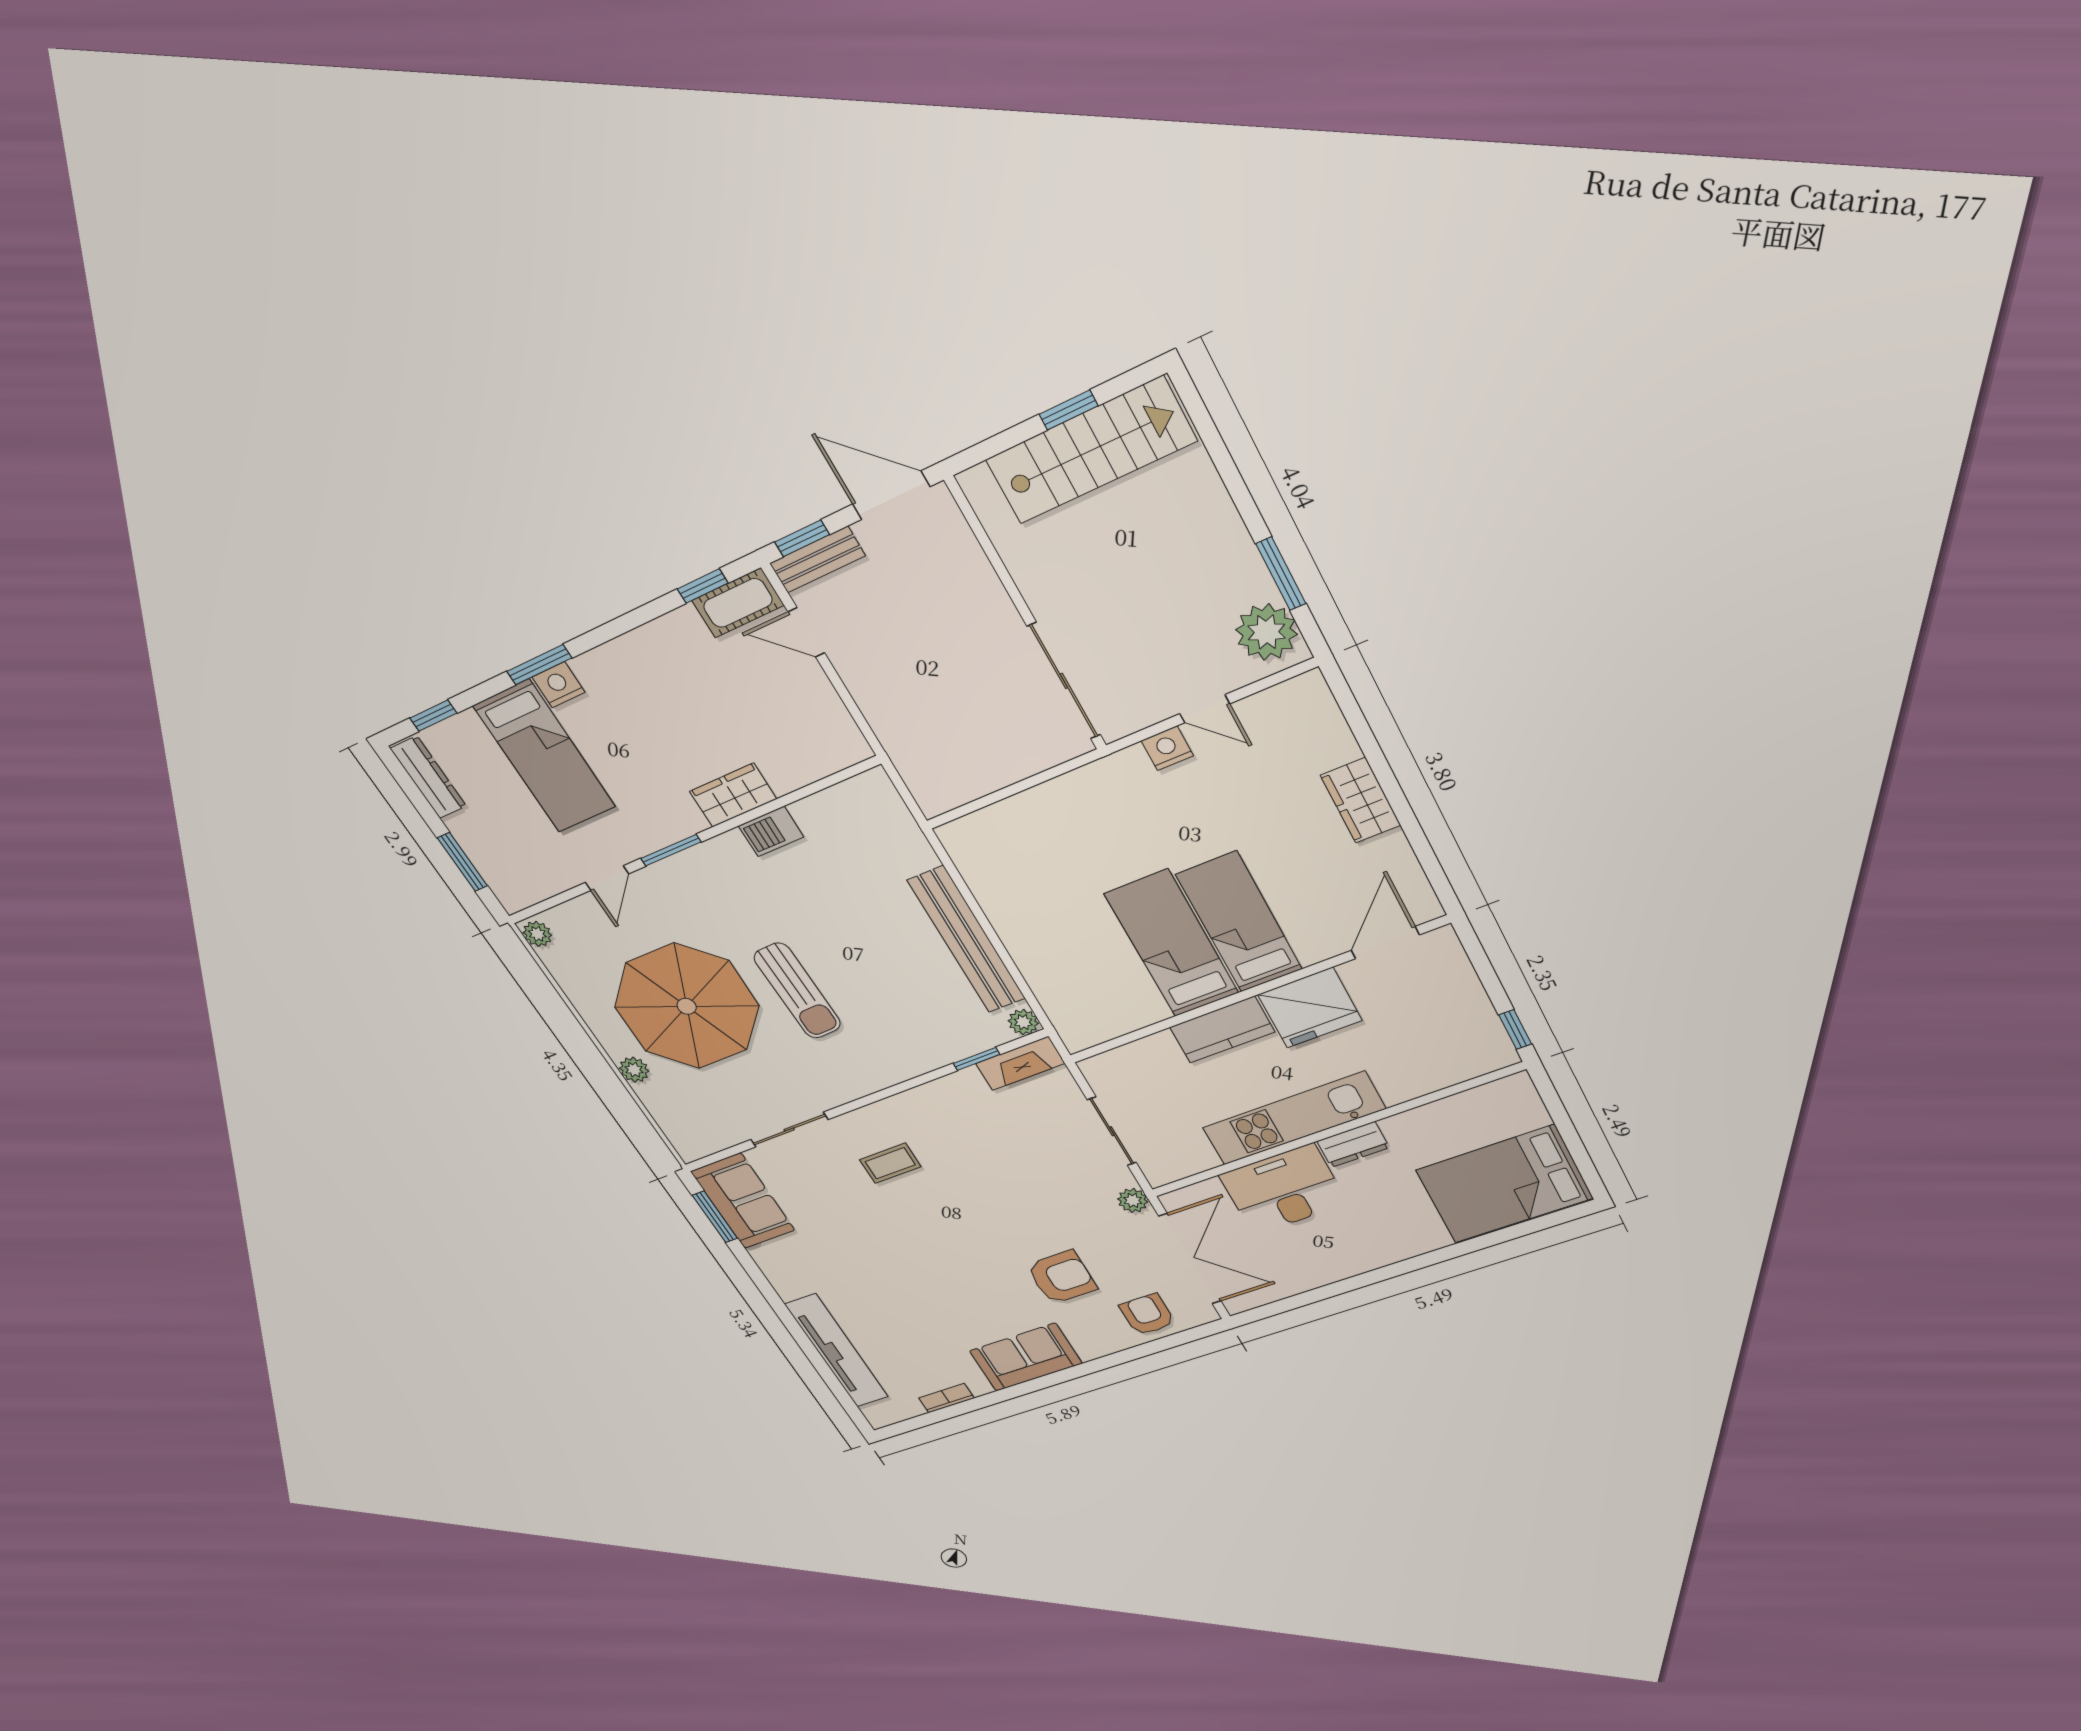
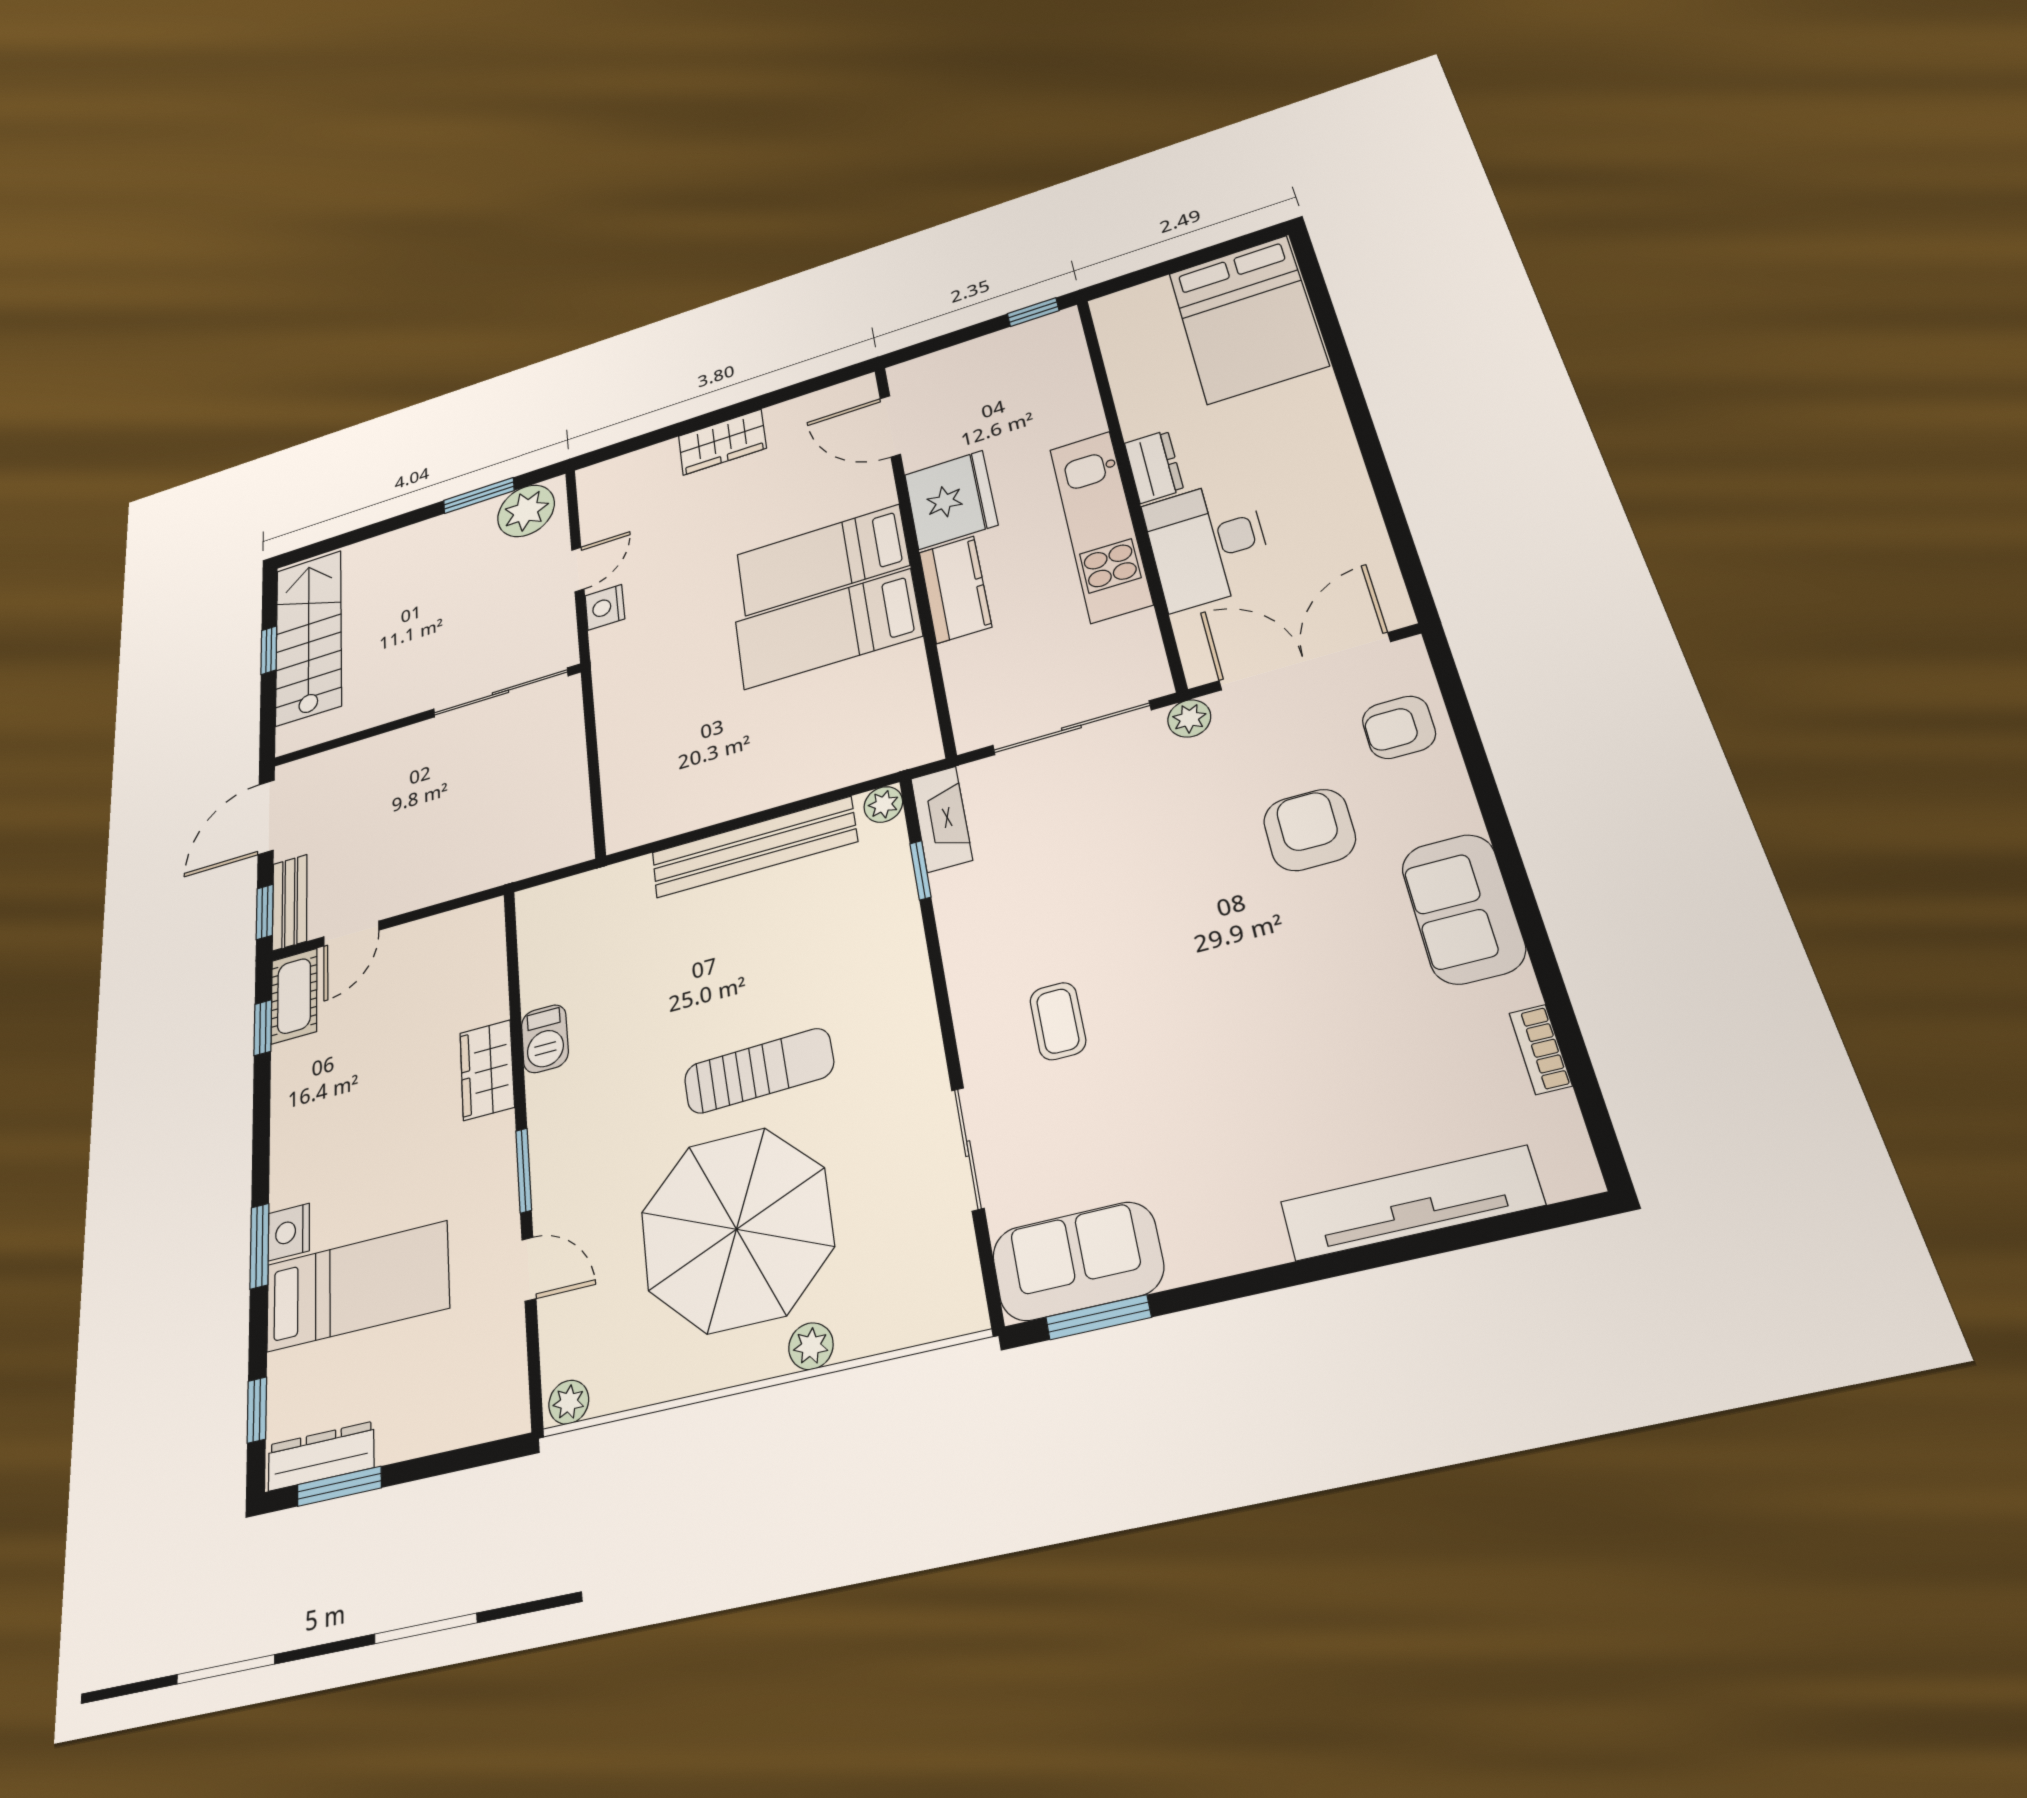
window: (462, 862) -> (339, 1486), moved
sliding door: (1112, 1131) -> (1071, 728), width x1.37

